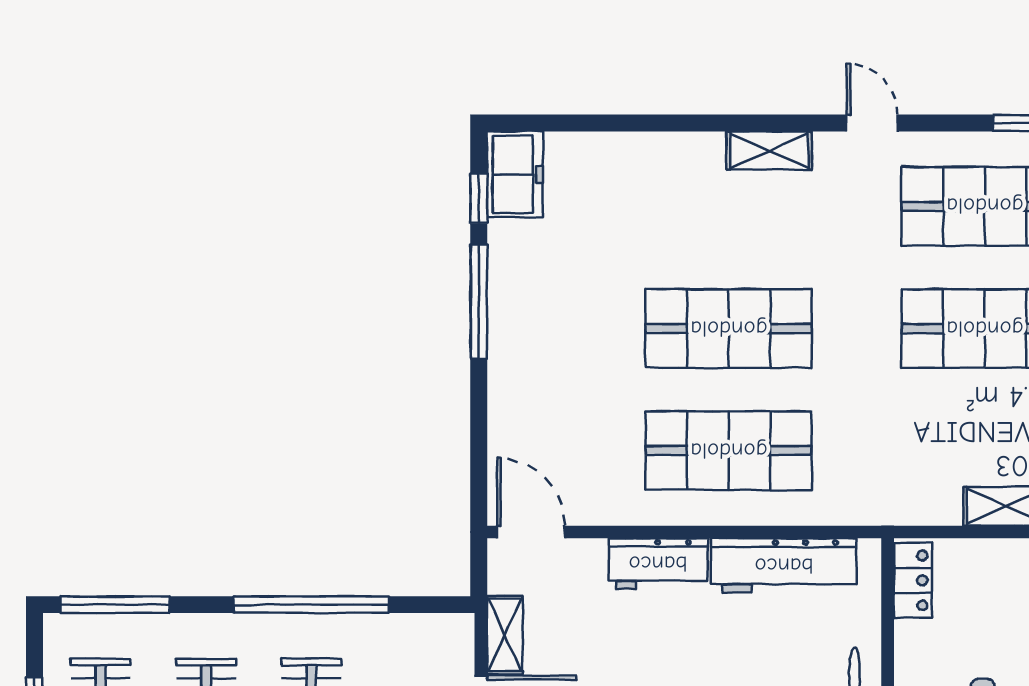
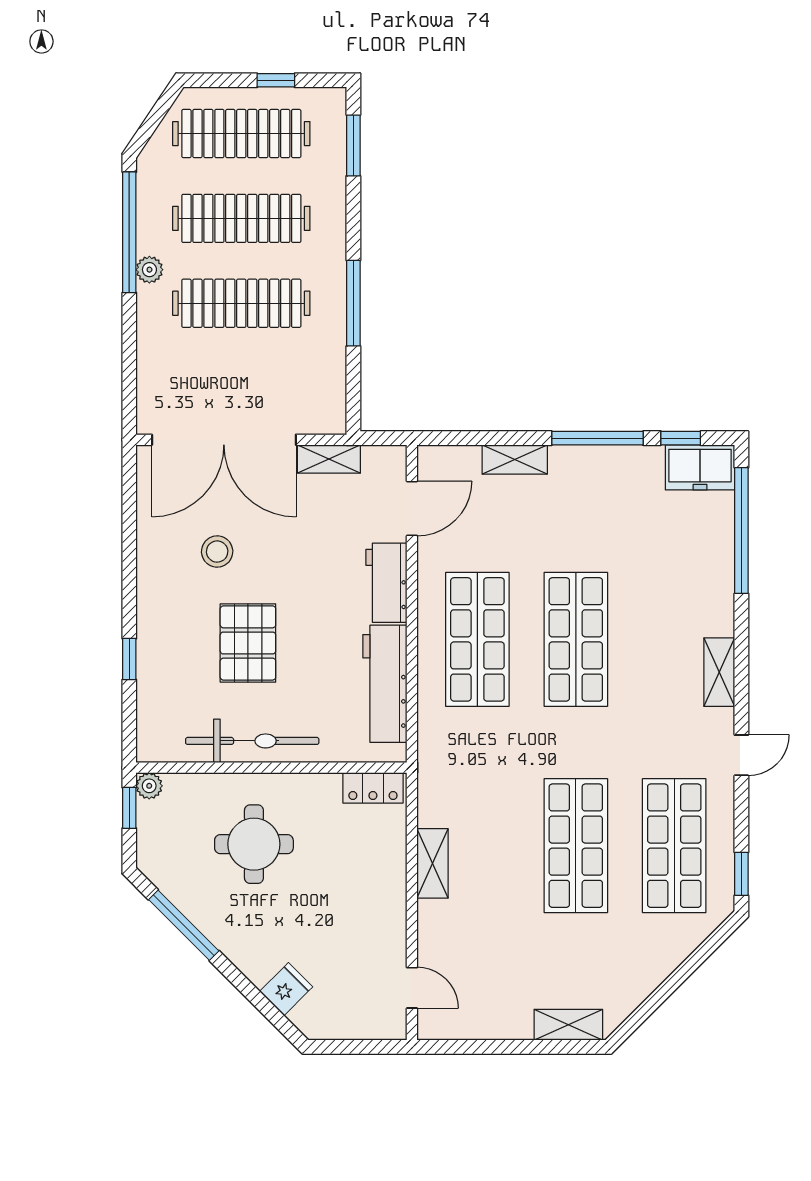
window: (594, 123) -> (741, 531), added
shelving: (505, 404) -> (515, 459), added
door: (531, 532) -> (412, 509), moved
window: (115, 605) -> (353, 145), width x0.69
window: (311, 605) -> (353, 303), width x0.68

